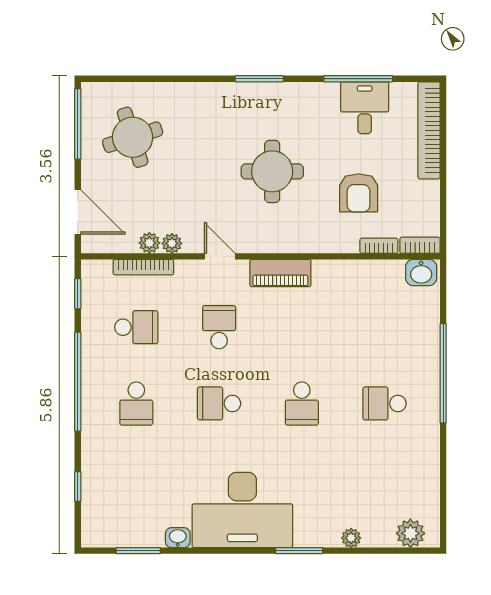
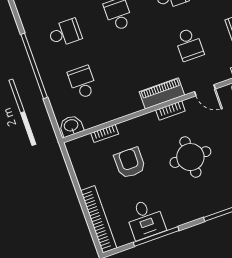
bookcase: (420, 245) -> (170, 110), moved
school desk: (385, 327) -> (82, 82), added

